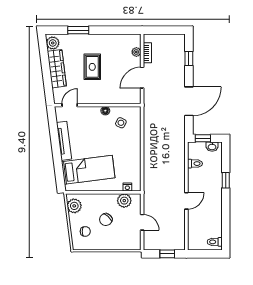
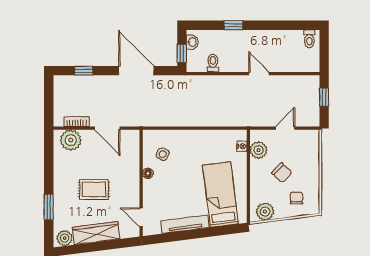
plant: (136, 52) -> (71, 140), width x1.88, depth x1.88

